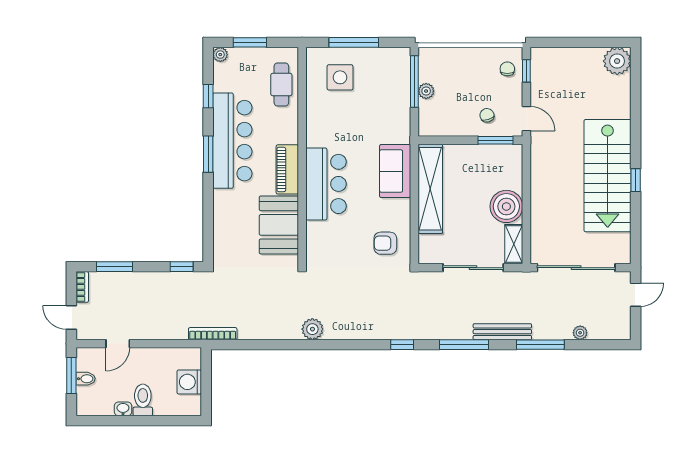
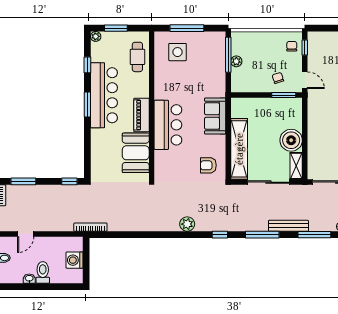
shelving: (430, 189) -> (239, 149), moved
plant: (312, 329) -> (187, 224), moved

